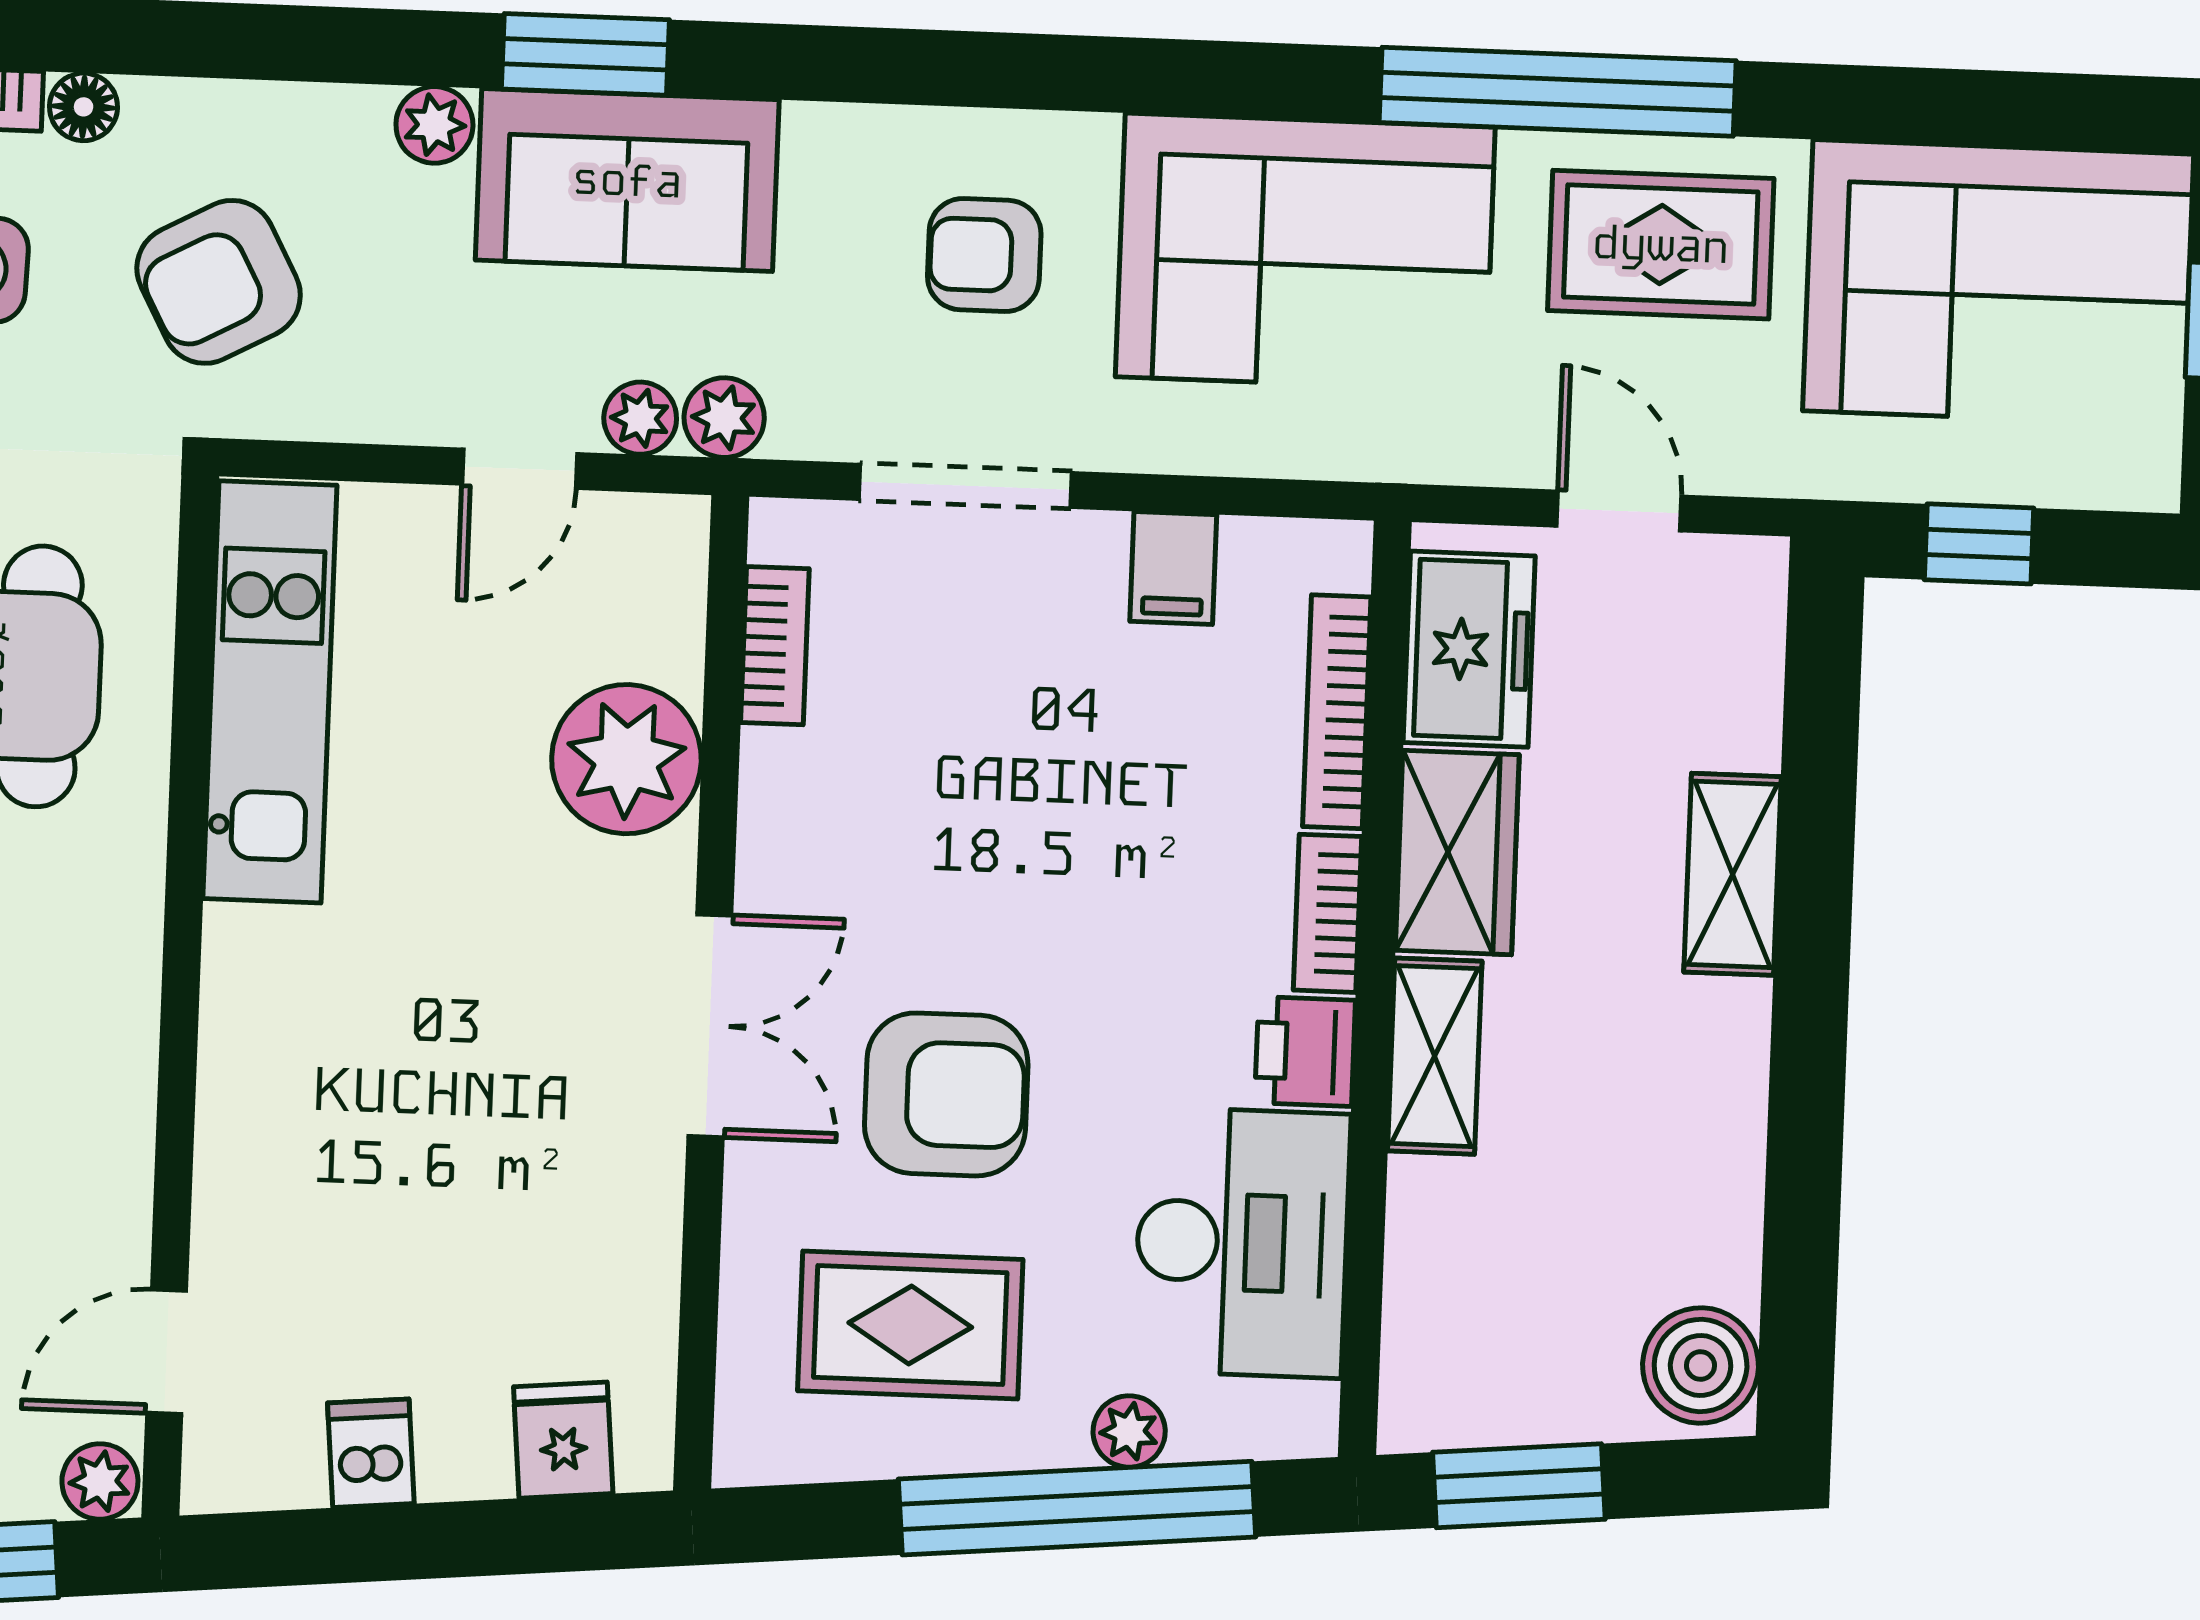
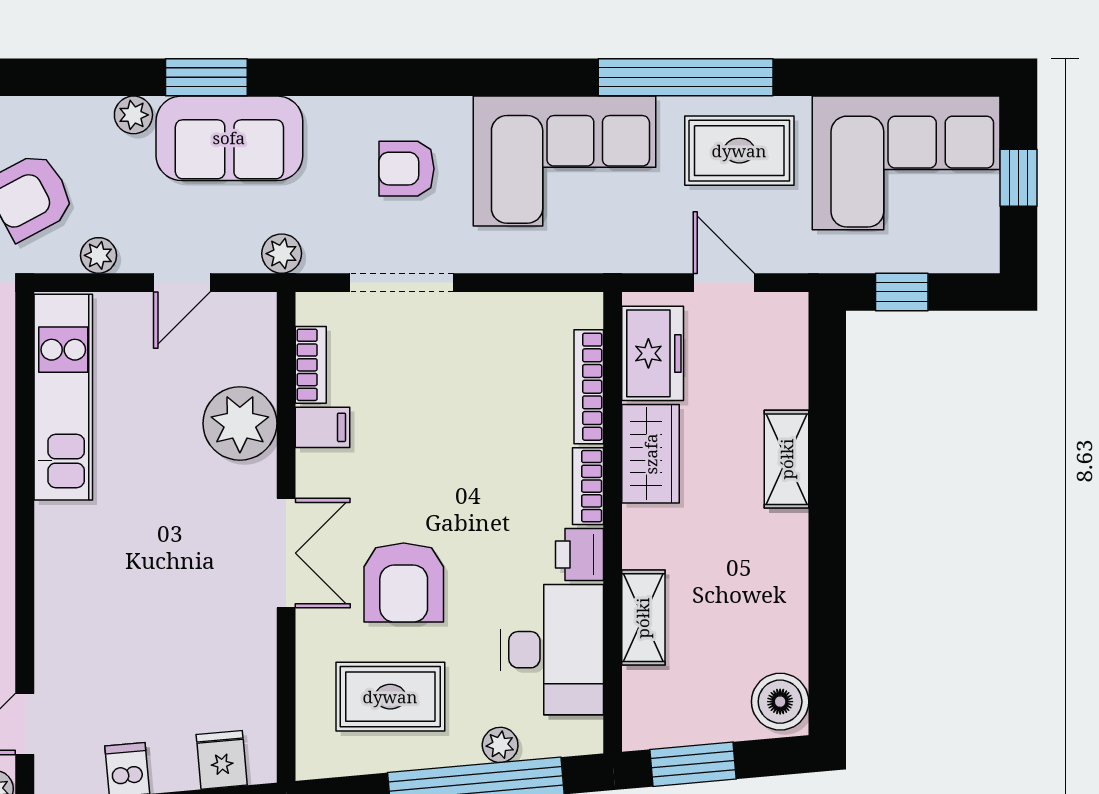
plant: (640, 418) -> (99, 255), moved
filing cabinet: (1173, 568) -> (323, 427), moved, turned -90
shelving: (1435, 1056) -> (643, 618), moved
armchair: (946, 1094) -> (404, 582), turned 90

